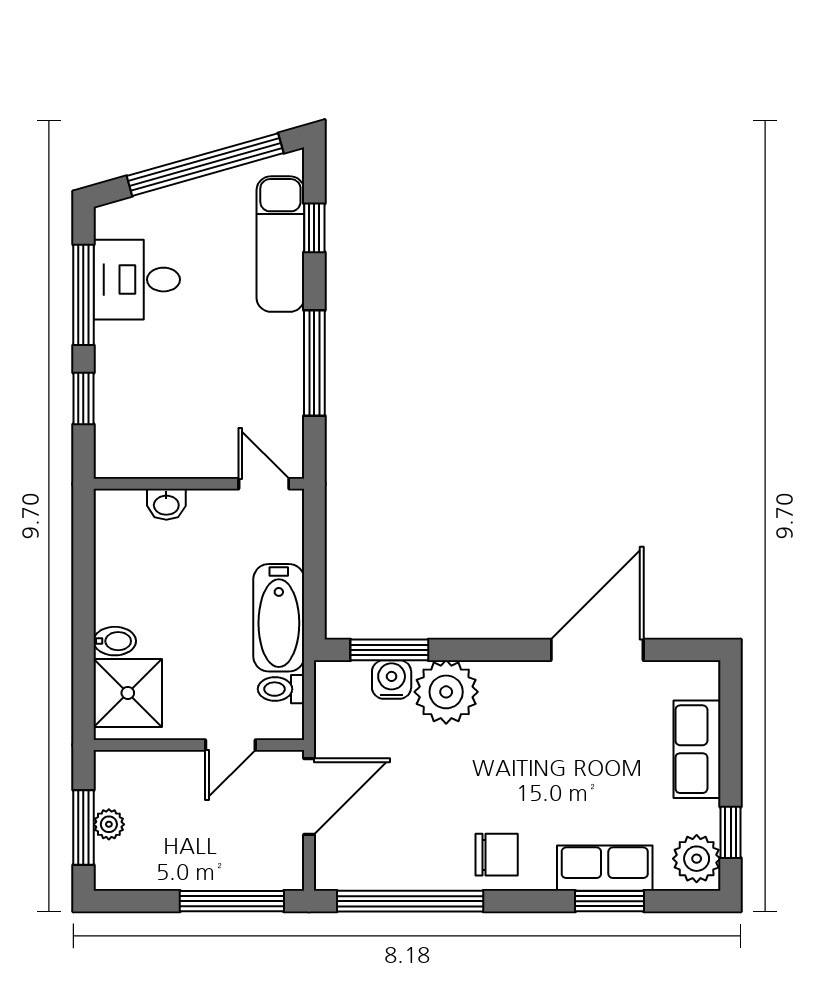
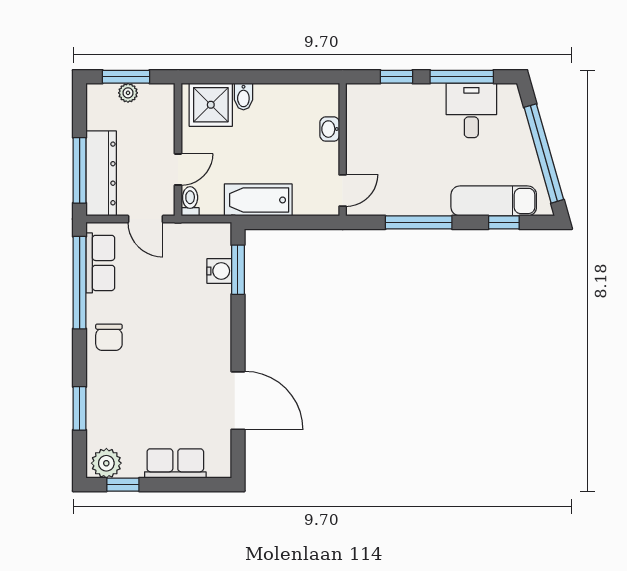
toilet: (281, 689) -> (190, 201), moved
plant: (446, 692) -> (211, 305), removed
door: (230, 745) -> (178, 169), swing flipped
door: (309, 797) -> (145, 219), width x0.73
dresser: (237, 867) -> (101, 173), added
row of seats: (605, 868) -> (100, 263), moved

